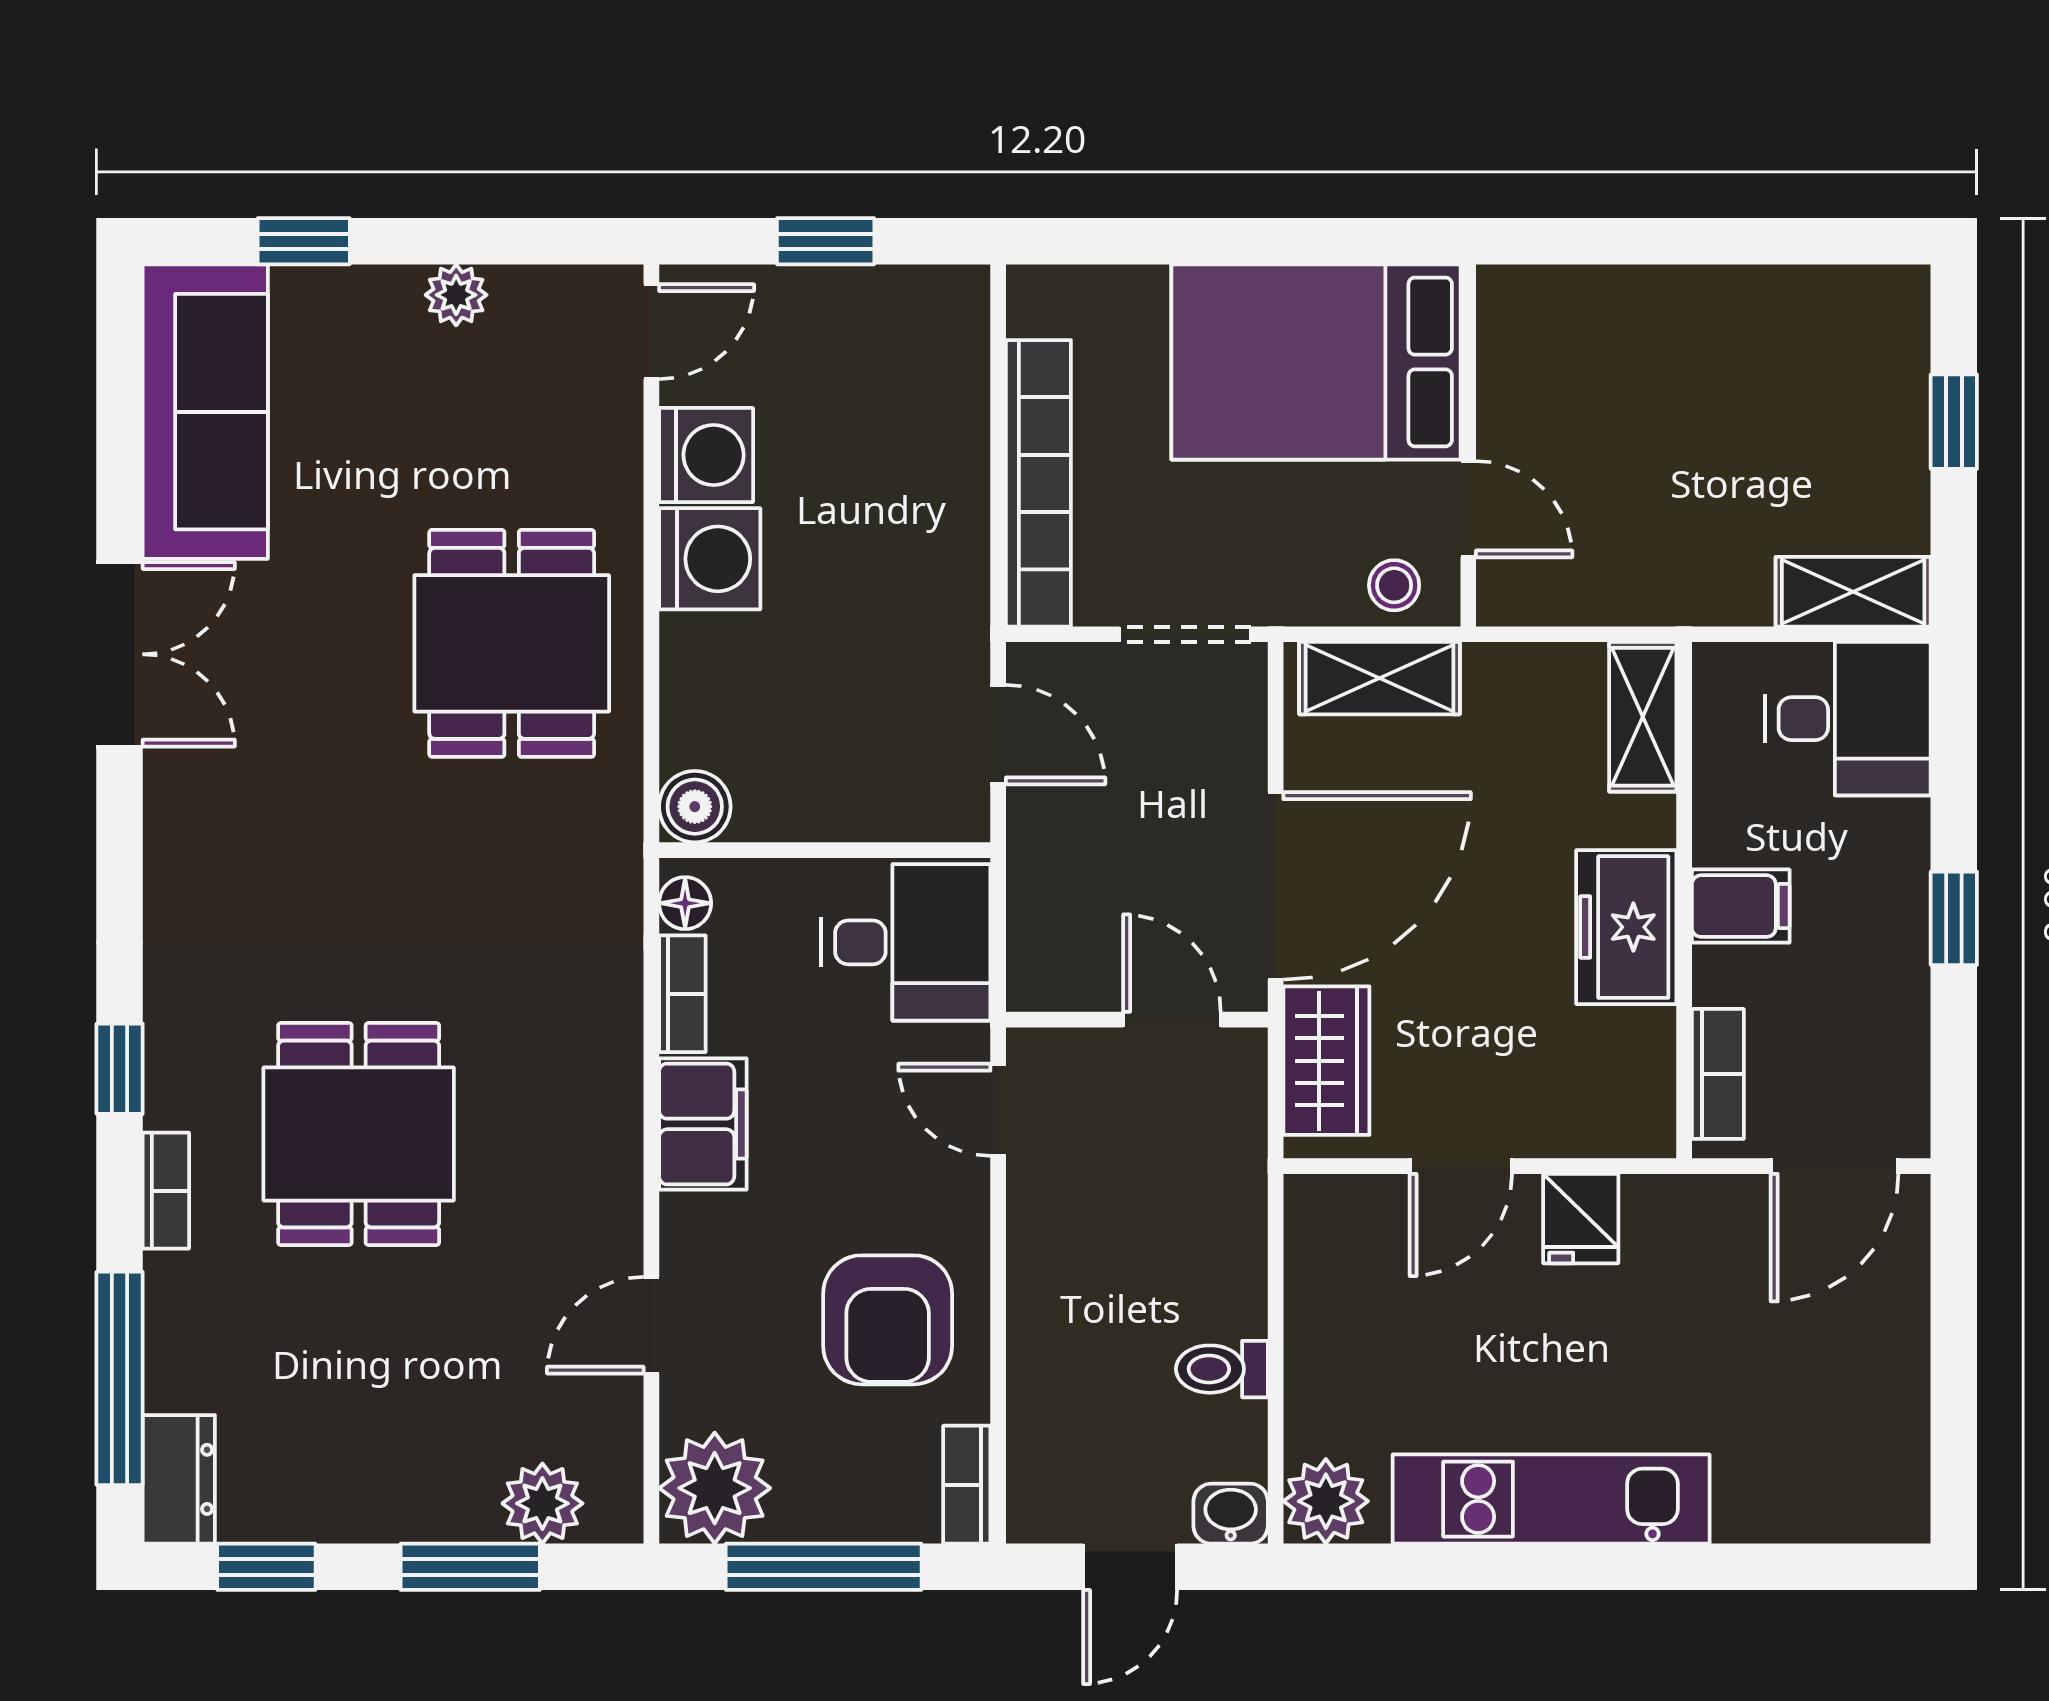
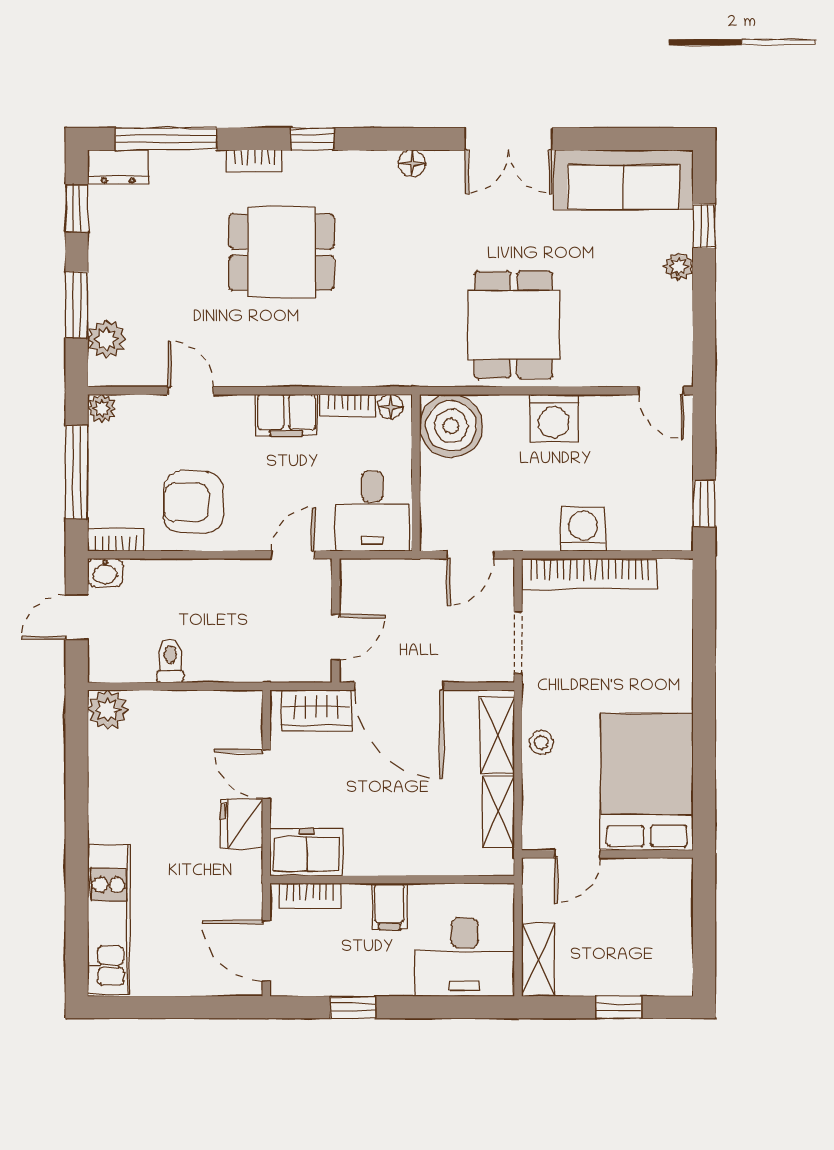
window: (826, 241) -> (704, 503), moved
plant: (456, 295) -> (679, 267), moved
bed: (1316, 362) -> (647, 782), moved
wall: (1468, 445) -> (607, 854), moved
washing machine: (706, 455) -> (583, 529), moved, turned 180
door: (1468, 509) -> (577, 854), moved
dining table: (512, 643) -> (514, 325), turned 90
shelving: (1643, 717) -> (498, 812), moved, turned 90
desk: (1848, 719) -> (465, 957), width x1.37
boiler: (695, 807) -> (451, 426), width x1.86, depth x1.86
floor lamp: (171, 859) -> (412, 163), added
window: (1954, 918) -> (353, 1007), moved
freezer: (1626, 927) -> (306, 852), moved
fridge: (1581, 1219) -> (241, 824), width x1.38
plant: (715, 1488) -> (102, 408), width x0.53, depth x0.53
kitchen unit: (1551, 1499) -> (109, 919), moved
washbasin: (1231, 1514) -> (105, 573), moved, turned 90
door: (1130, 1567) -> (77, 617), hinge flipped

